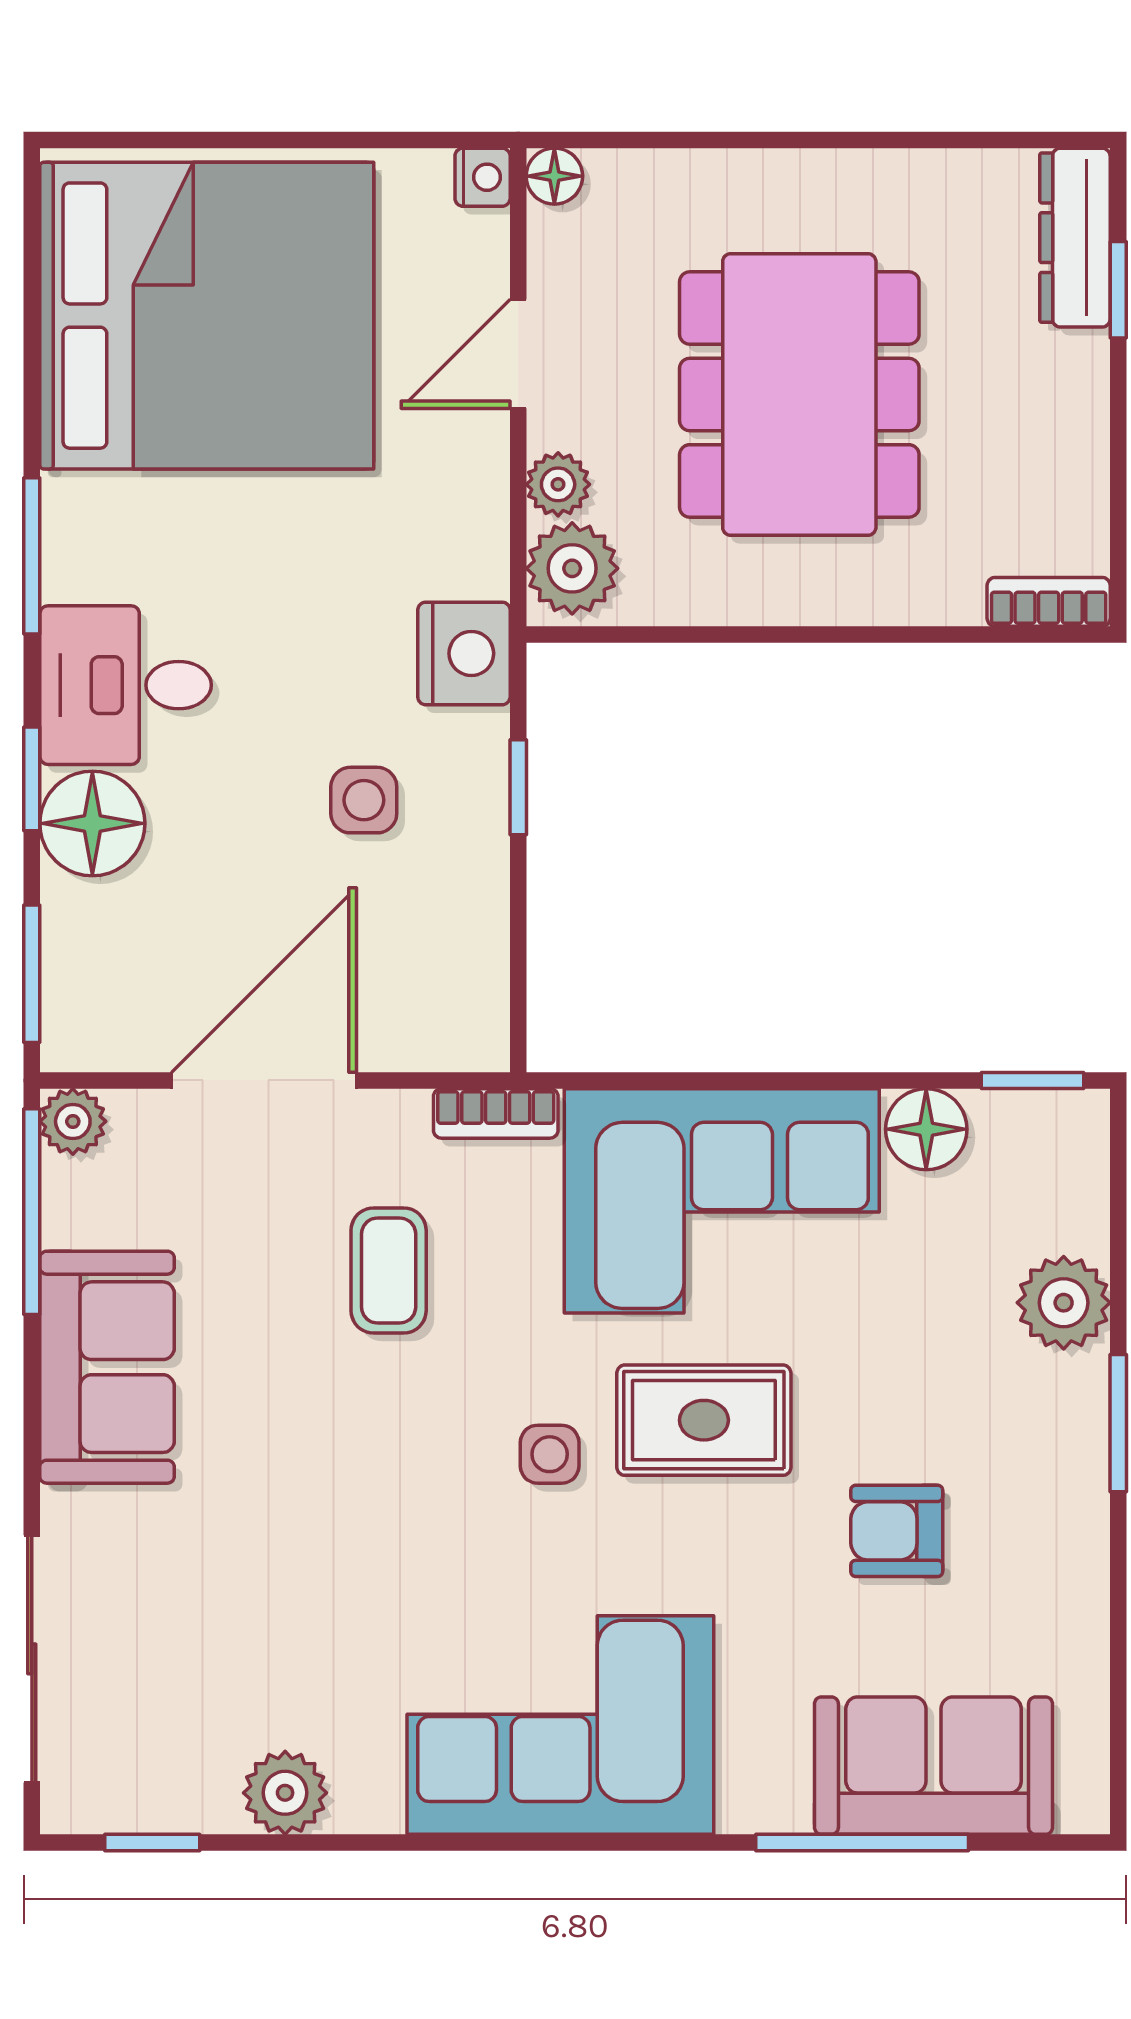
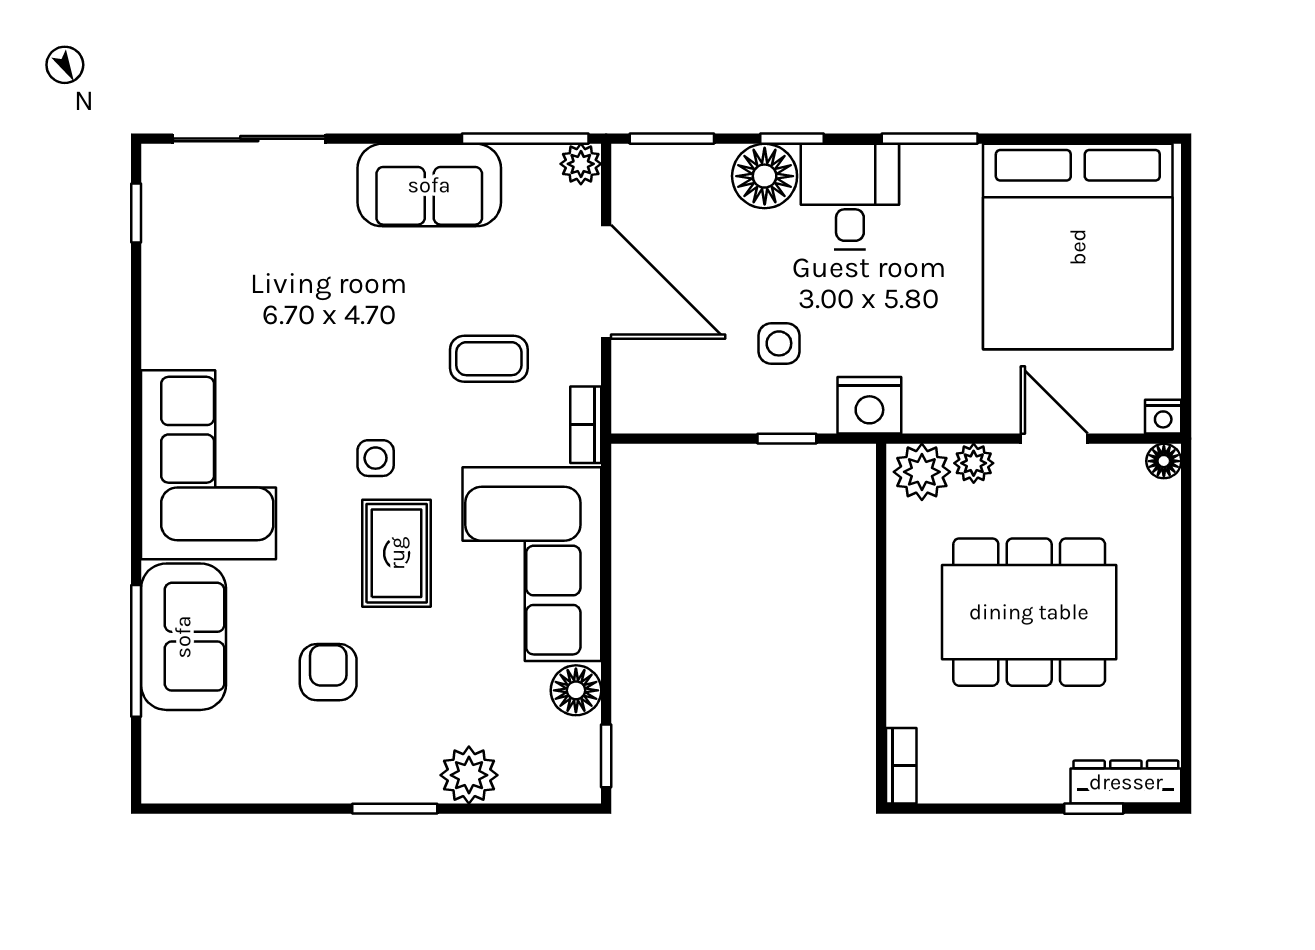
sofa: (934, 1766) -> (183, 637), moved
plant: (285, 1793) -> (167, 295), removed

